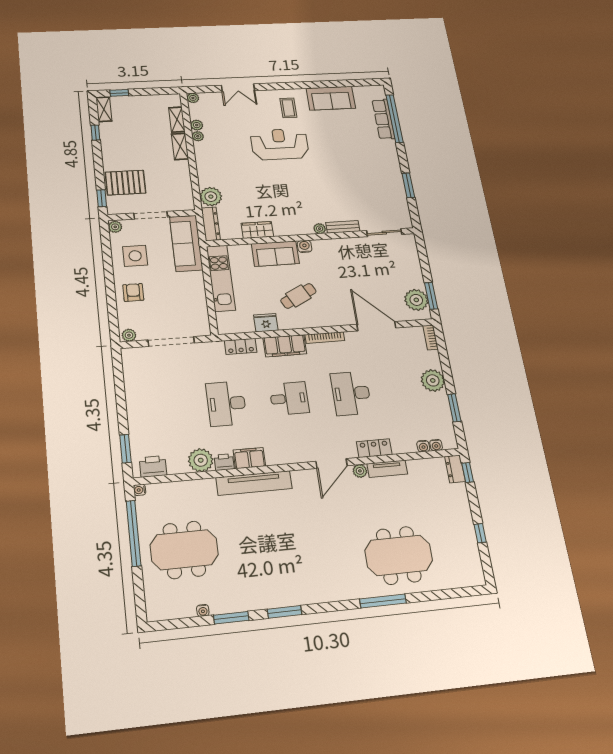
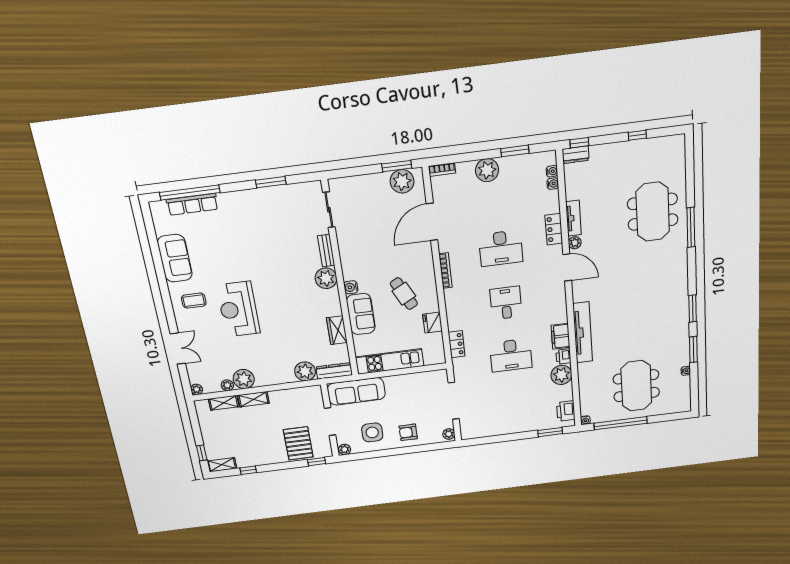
plant: (198, 136) -> (244, 379), width x1.88, depth x1.88
plant: (320, 229) -> (326, 278), width x1.88, depth x1.88
filing cabinet: (285, 346) -> (455, 306), removed

